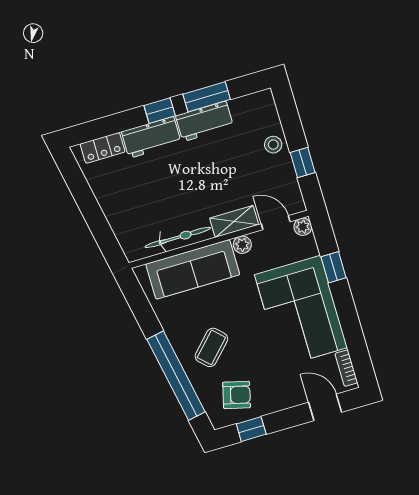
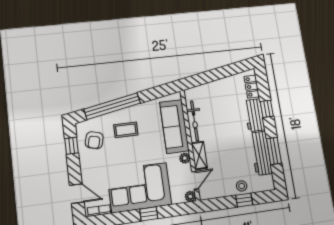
window: (160, 111) -> (267, 109), moved
workbench: (204, 121) -> (261, 153), width x1.37
window: (303, 162) -> (244, 200), moved
window: (334, 267) -> (149, 214), moved
coffee table: (211, 347) -> (126, 130), turned -44
door: (325, 407) -> (77, 194), hinge flipped

